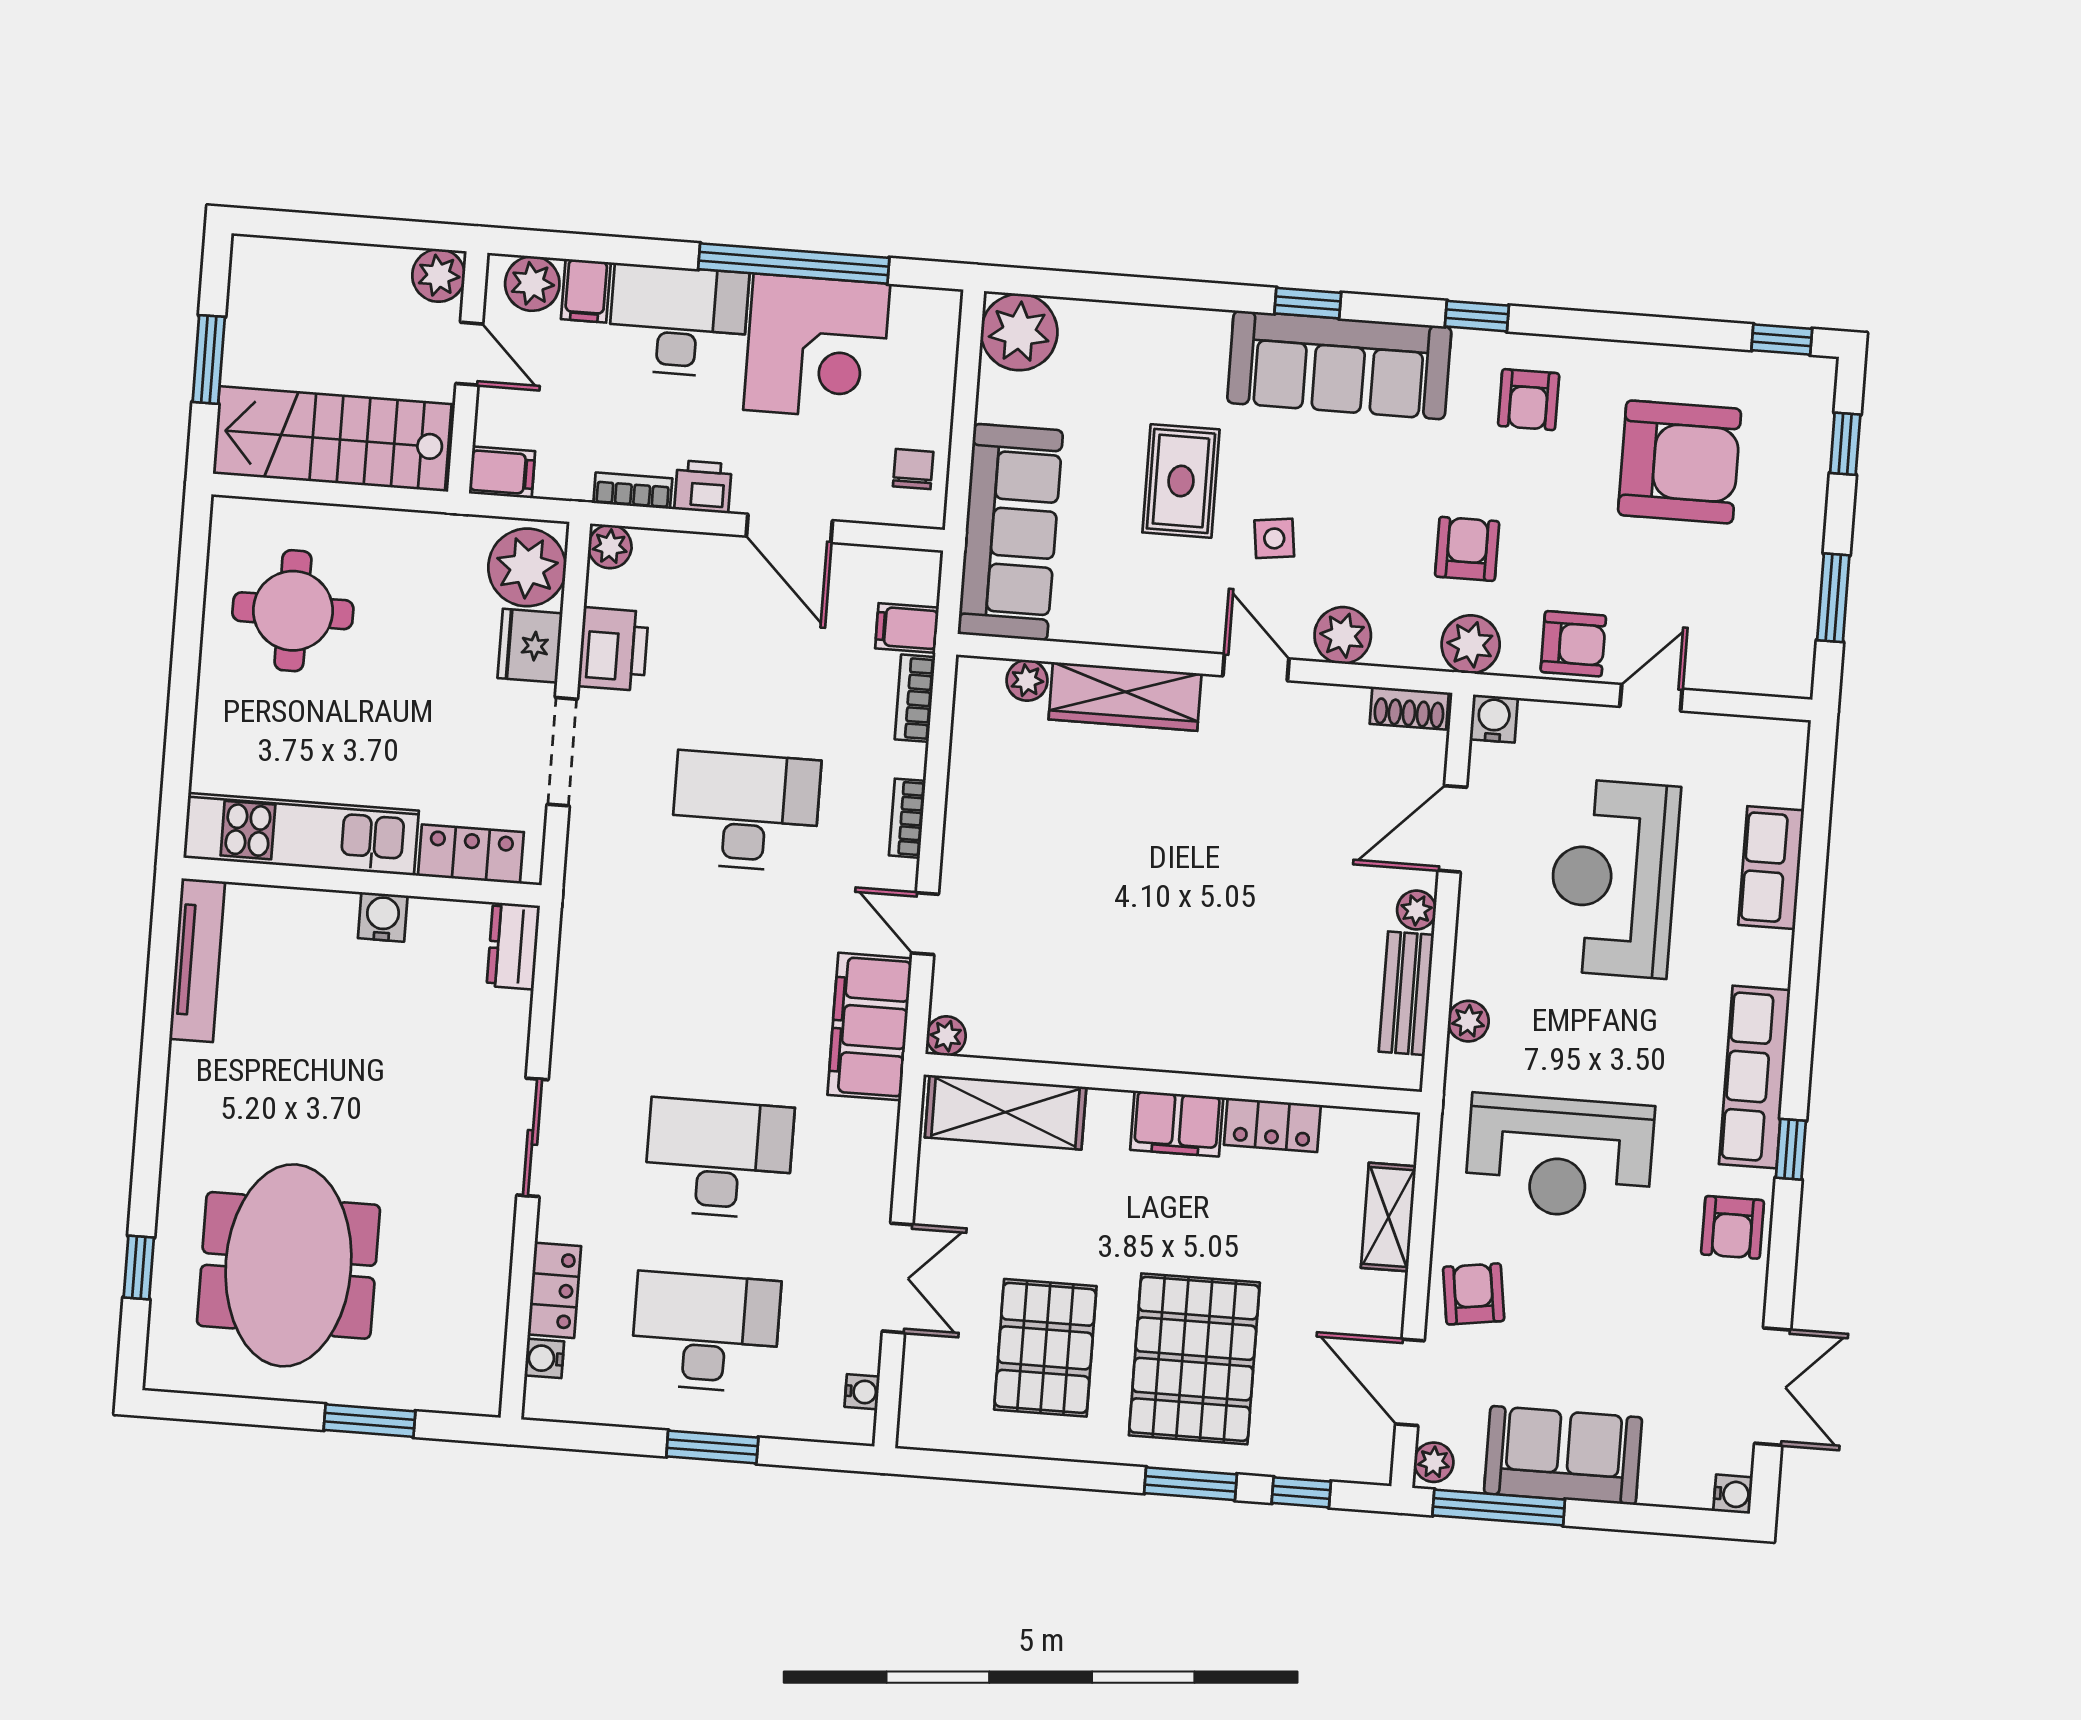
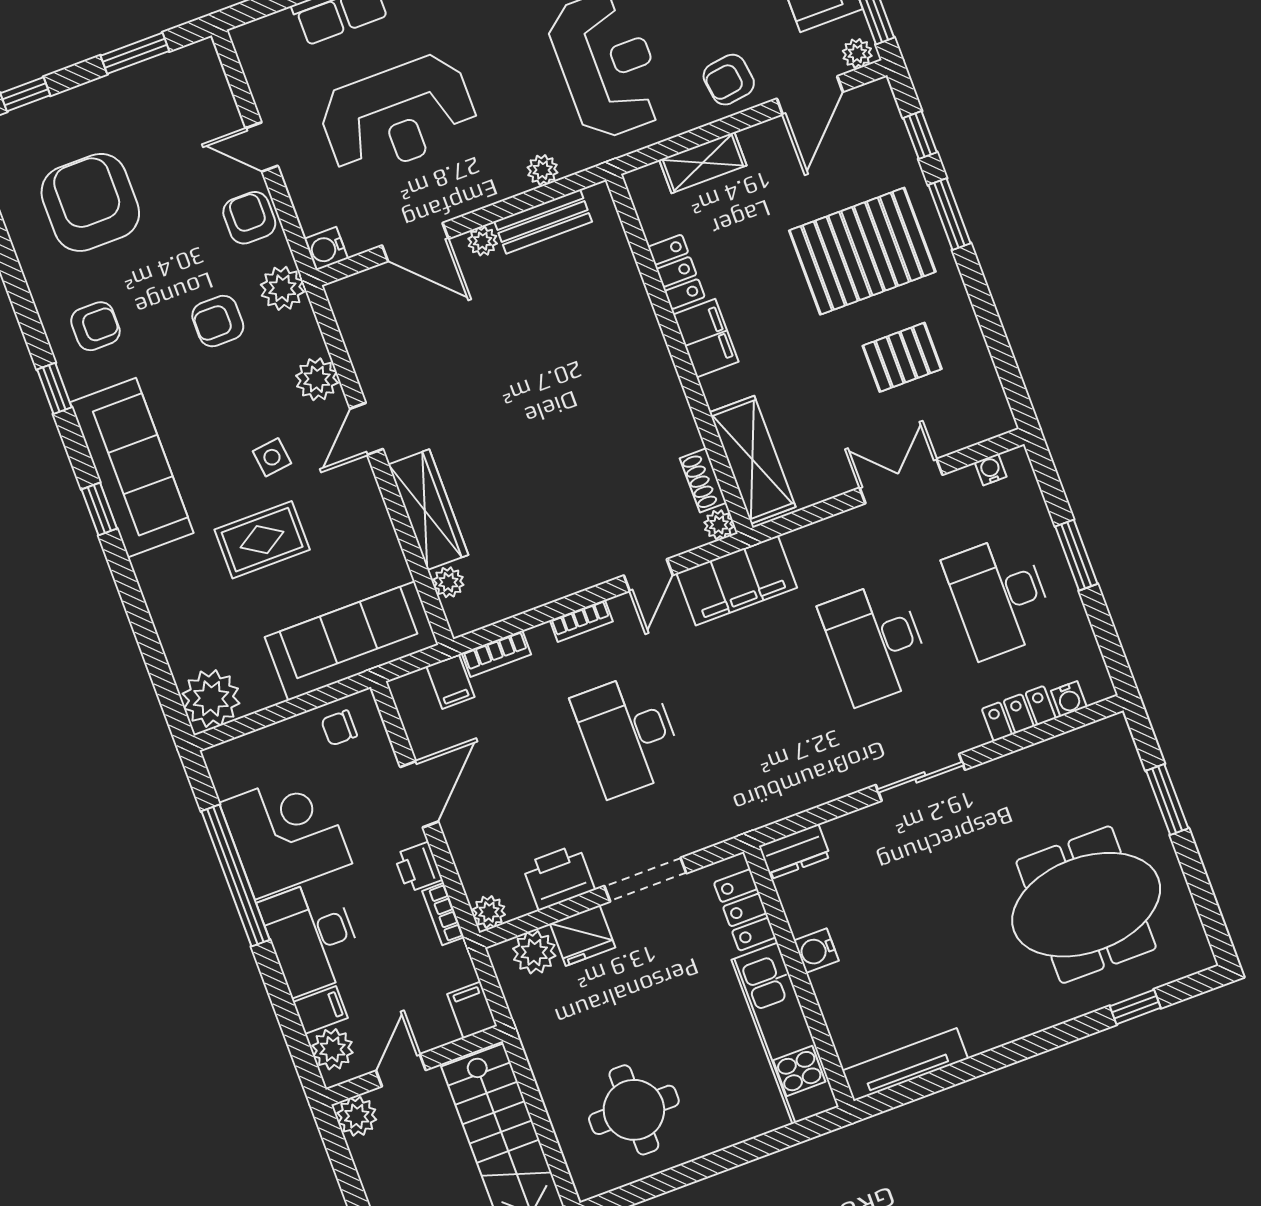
plant: (527, 567) -> (534, 952), width x0.73, depth x0.73
shoe rack: (1409, 708) -> (703, 480), moved, turned 180
pallet: (1045, 1348) -> (902, 357), width x0.67, depth x0.71

